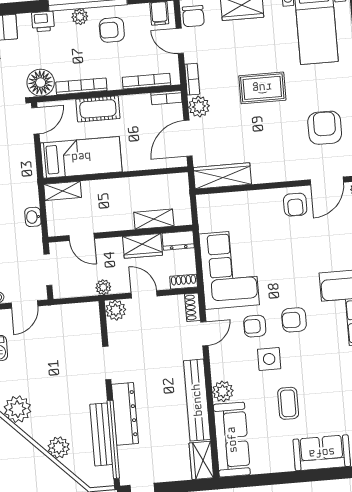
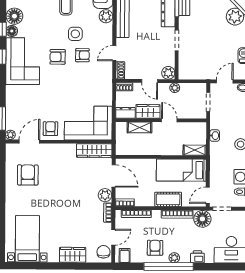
armchair: (112, 30) -> (155, 248), turned -90
door: (180, 41) -> (113, 237), hinge flipped
rug: (262, 88) -> (64, 203), removed
armchair: (325, 128) -> (28, 175), turned 180
door: (188, 138) -> (114, 176), hinge flipped
door: (82, 237) -> (169, 120), moved
corner sofa: (229, 269) -> (88, 123), moved, turned 90
armchair: (294, 320) -> (58, 57), turned 180

